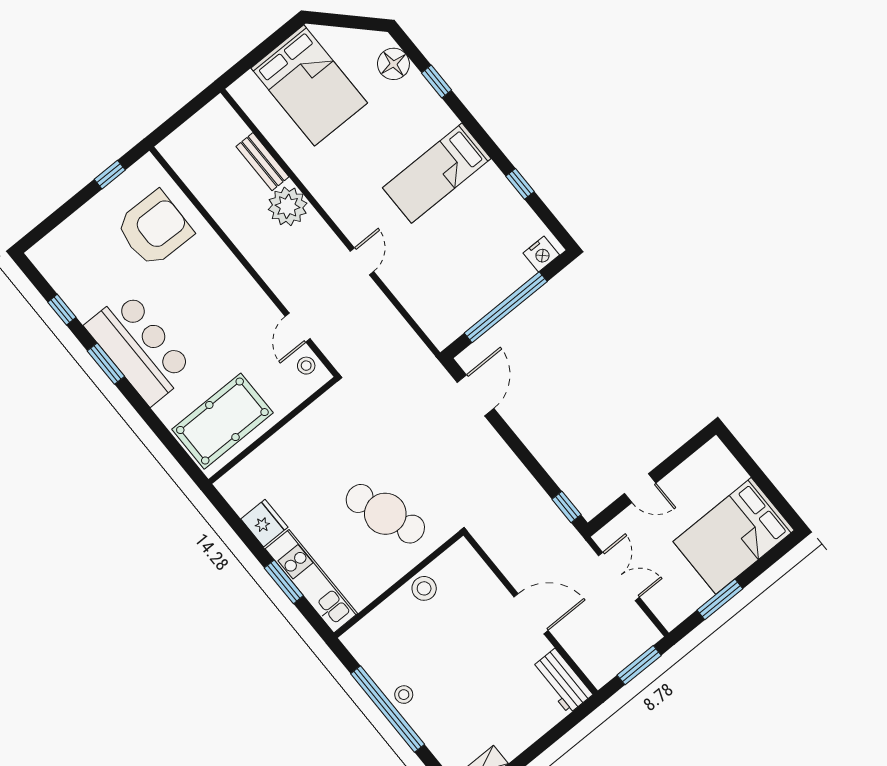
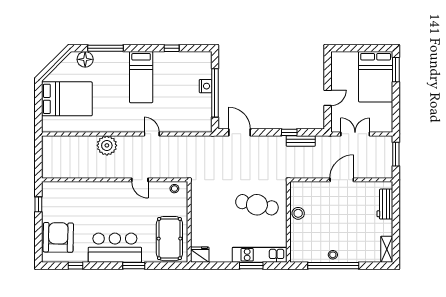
window: (436, 82) -> (106, 48), width x2.17
bench: (263, 162) -> (301, 141), moved
armchair: (154, 229) -> (58, 237), moved
nightstand: (541, 254) -> (206, 86), moved
door: (298, 328) -> (140, 180), moved
window: (106, 364) -> (134, 266), moved
window: (567, 507) -> (289, 132), moved
cafe table: (385, 514) -> (257, 205), turned 32
fridge: (264, 523) -> (200, 255), moved
window: (720, 599) -> (396, 70), moved
workbench: (562, 681) -> (385, 204), moved, turned 90

